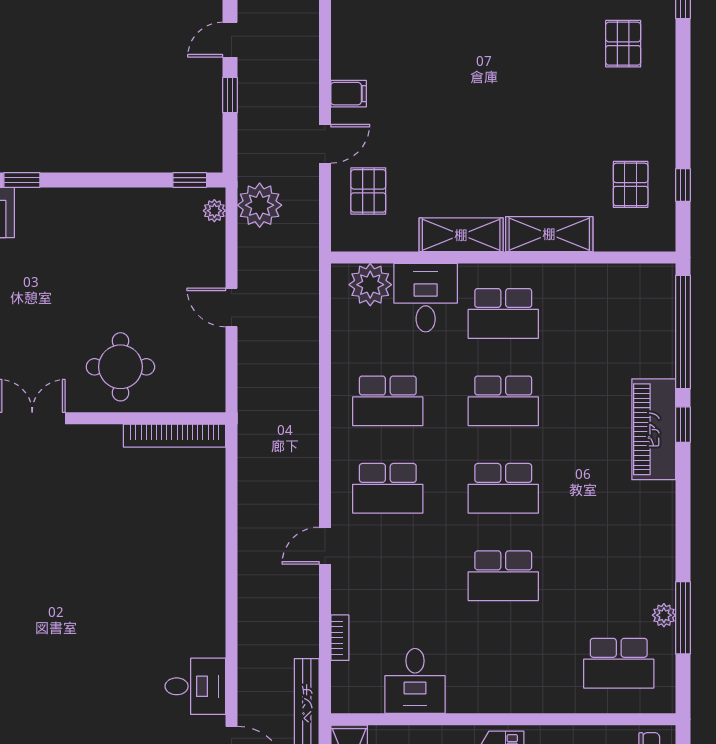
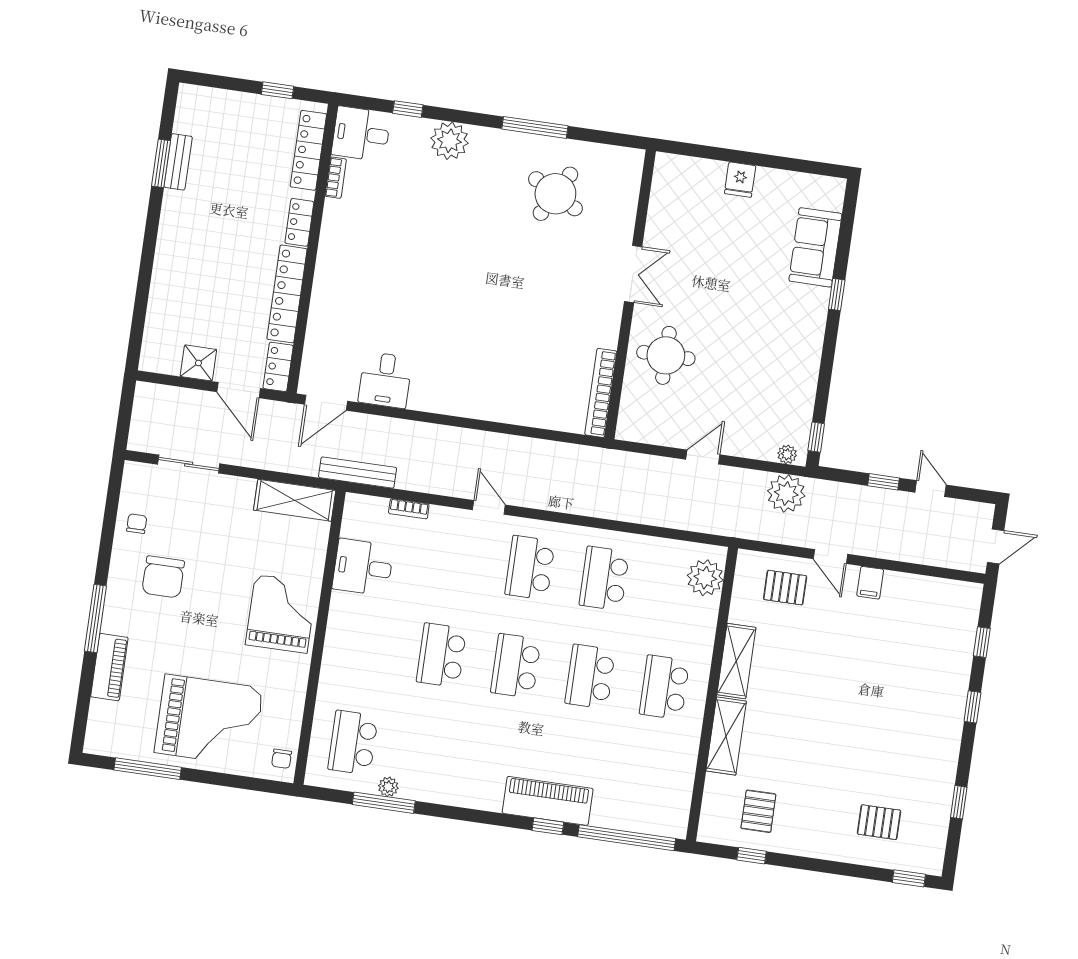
pallet: (631, 184) -> (758, 811), turned 90
desk: (426, 298) -> (687, 623), removed

